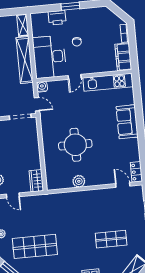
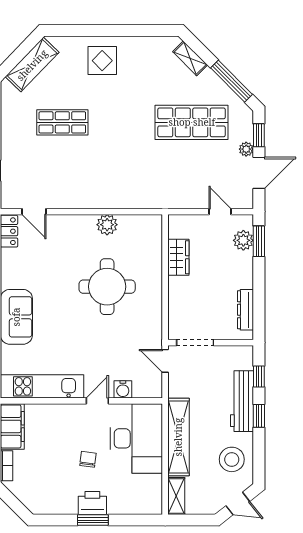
printer: (57, 18) -> (92, 503), moved
water cooler: (42, 87) -> (123, 389), moved
wardrobe: (36, 181) -> (178, 257), moved

